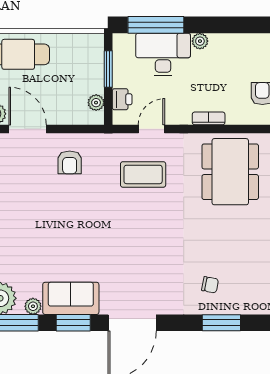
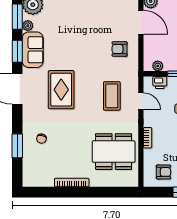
door: (28, 129) -> (141, 22), hinge flipped
rug: (133, 254) -> (61, 90), added

